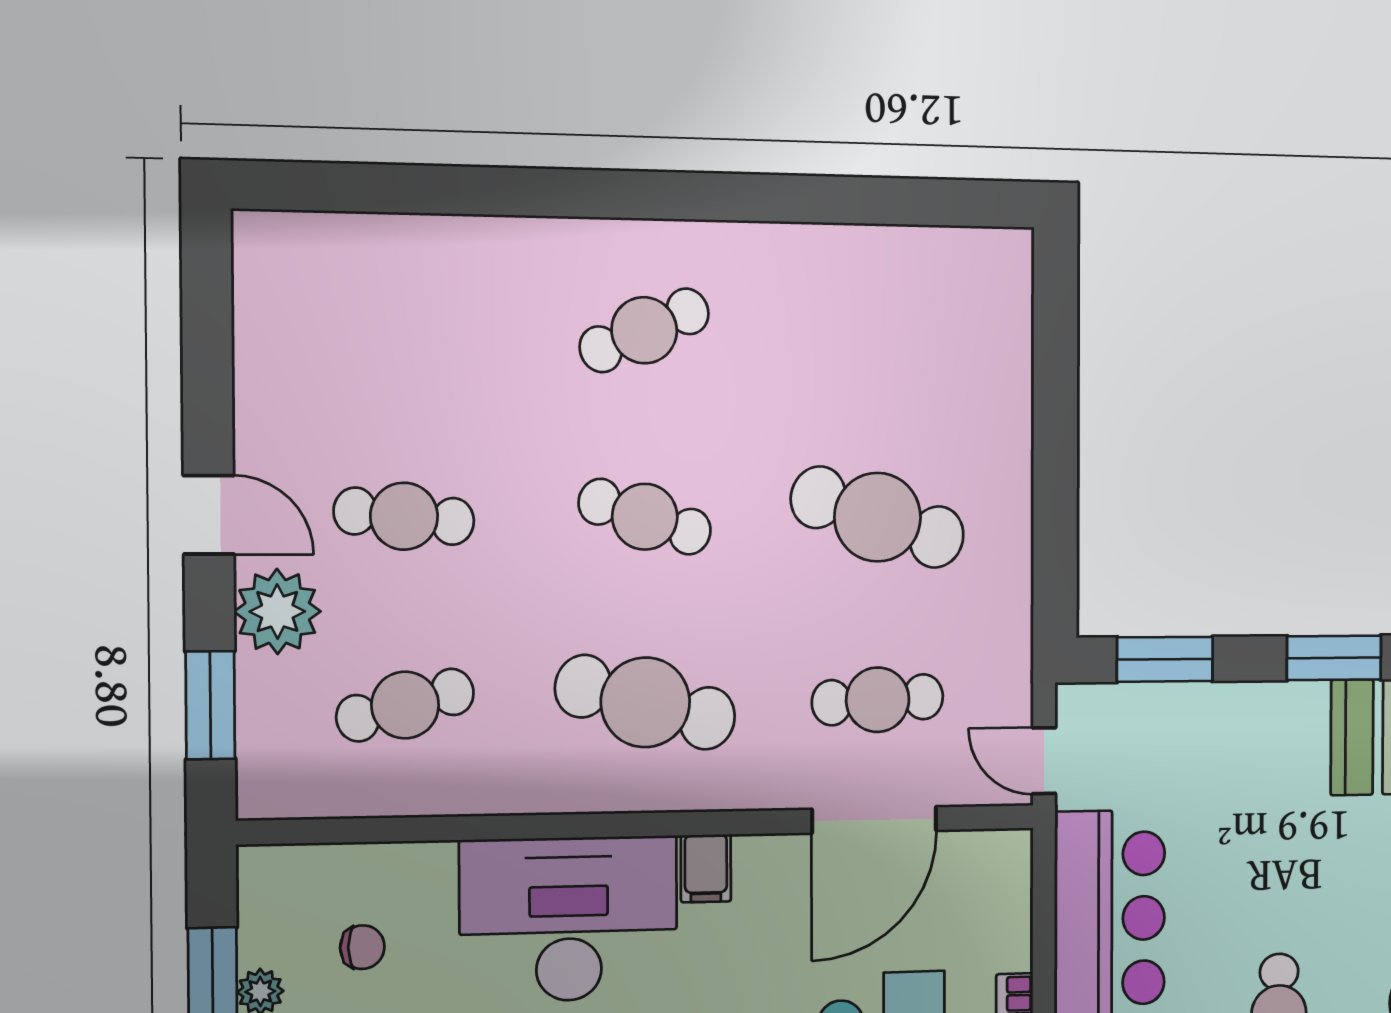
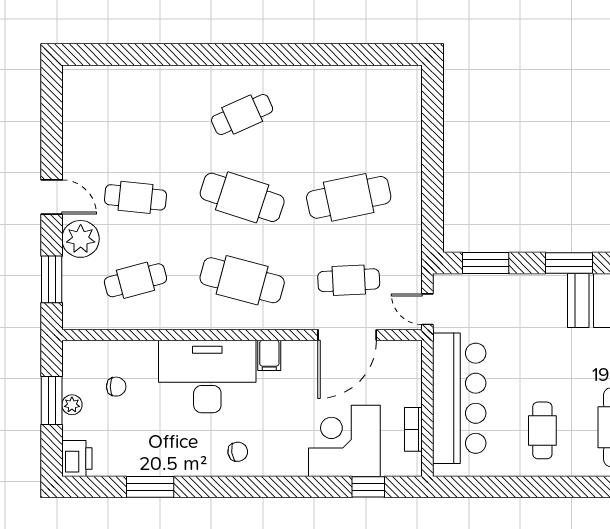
cafe table: (645, 517) -> (242, 197), width x1.37, depth x1.35
cafe table: (878, 517) -> (349, 197), turned -30

